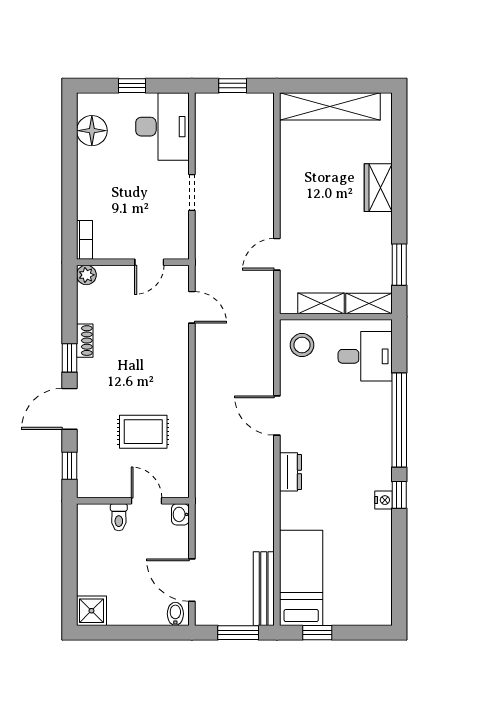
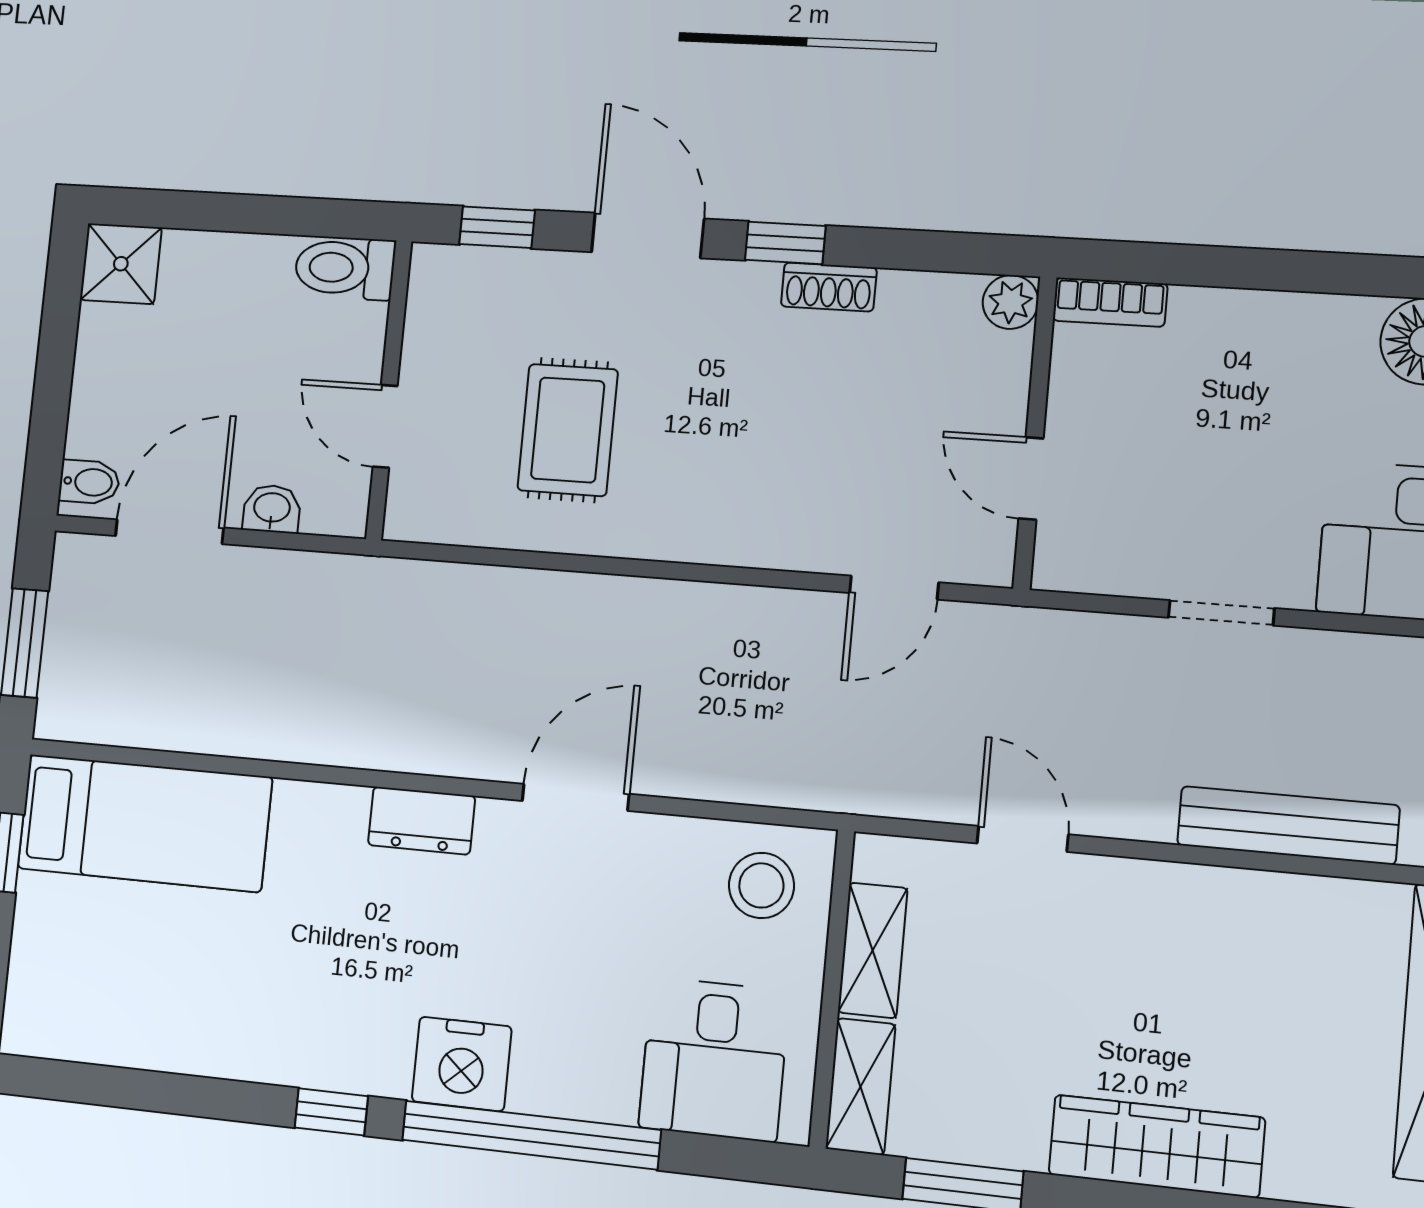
wardrobe: (378, 188) -> (1156, 1146), width x1.50
nightstand: (384, 500) -> (462, 1064), moved, width x1.89, depth x1.79
door: (146, 501) -> (385, 426), swing flipped
washbasin: (180, 514) -> (272, 509), moved
toilet: (119, 517) -> (345, 268), moved, width x1.37, depth x1.39
bench: (264, 589) -> (1288, 825), moved

